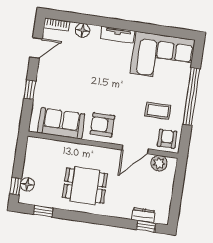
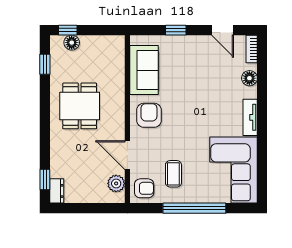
dresser: (143, 215) -> (57, 191), moved

